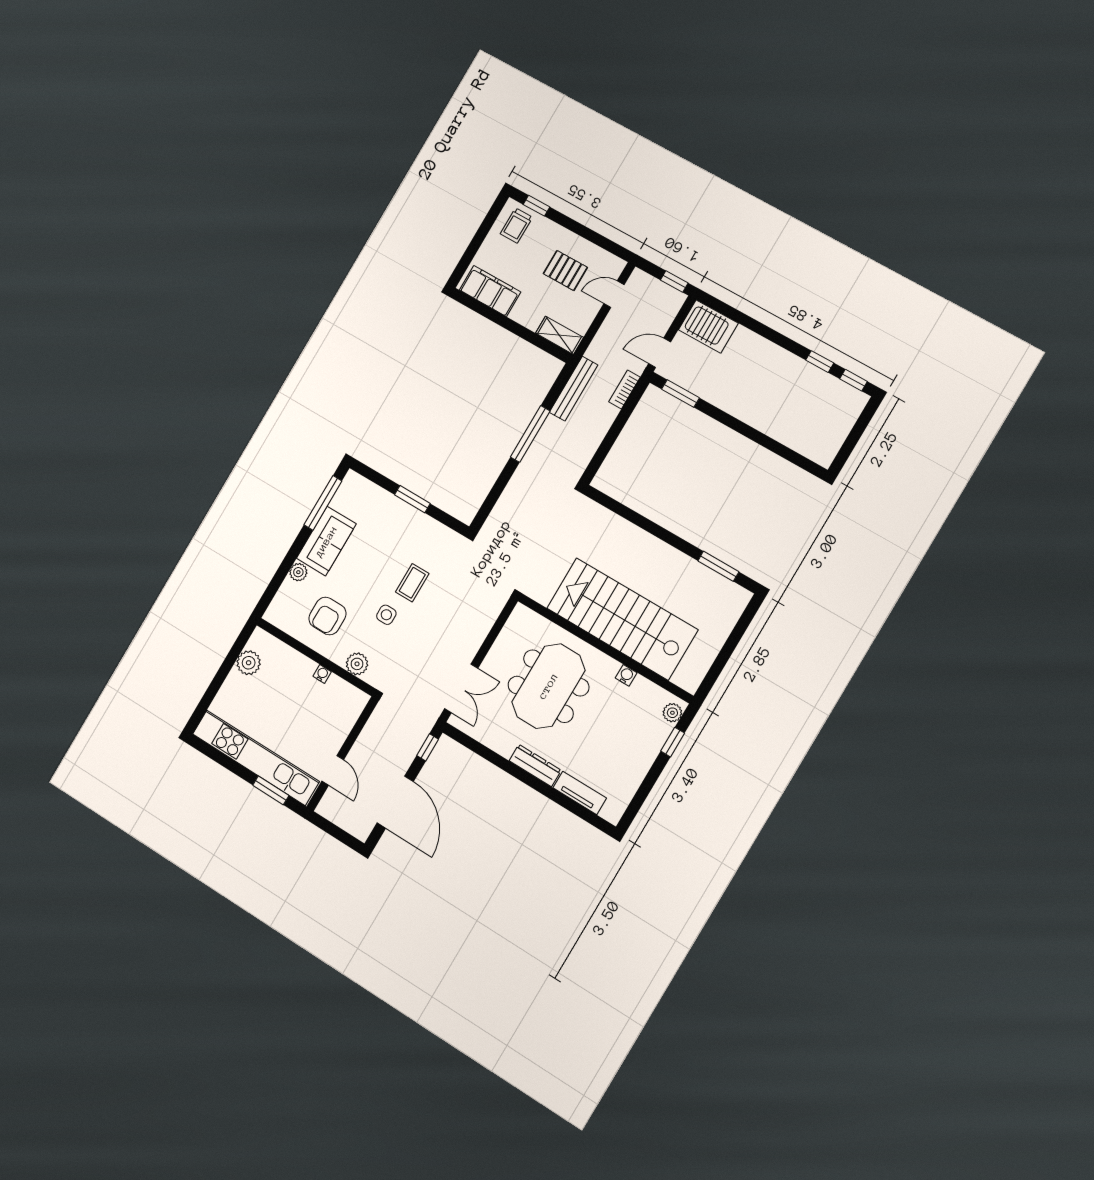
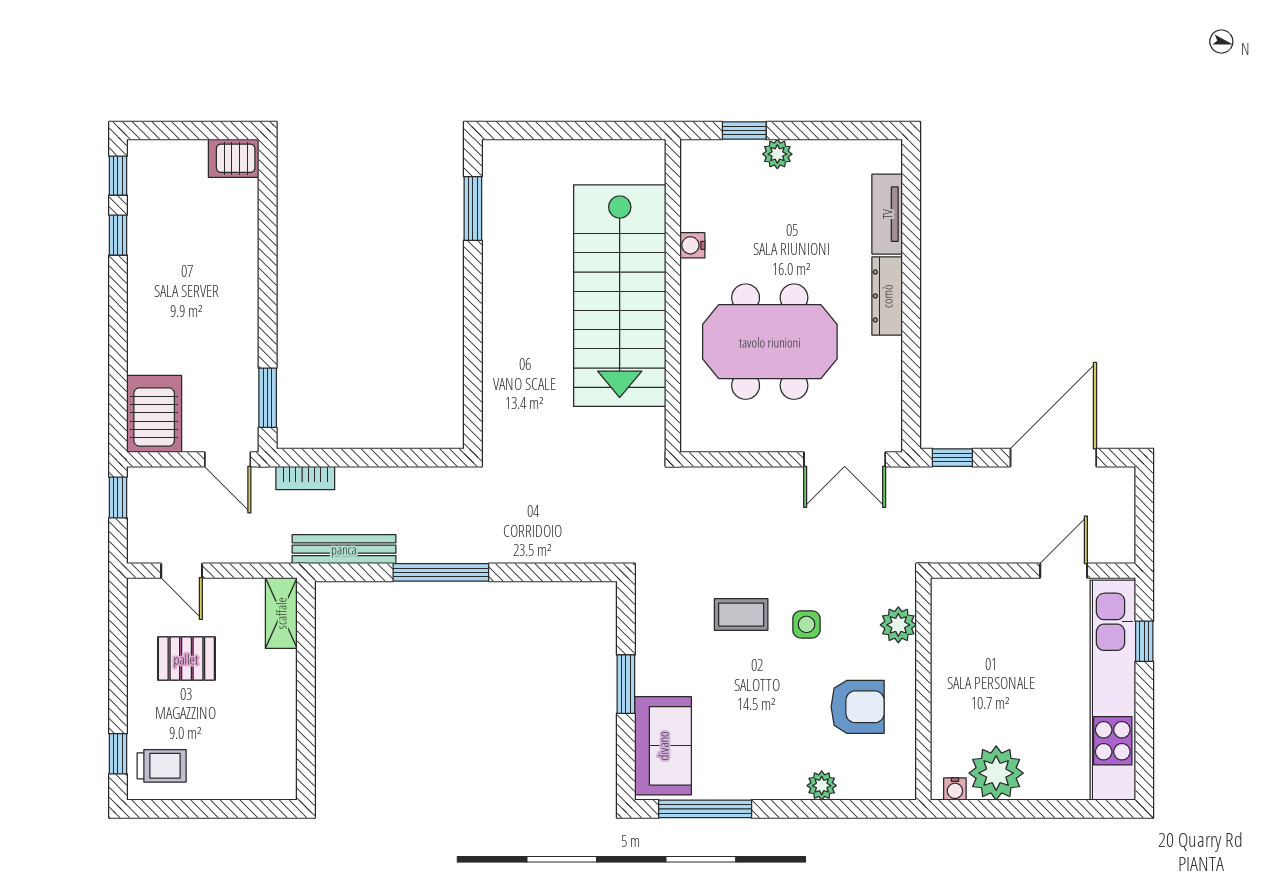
pallet: (565, 270) -> (186, 659), turned 90
filing cabinet: (490, 291) -> (274, 748), removed
server rack: (825, 450) -> (234, 158), added
sofa: (326, 541) -> (663, 746), moved, turned 90
plant: (249, 663) -> (996, 773), width x1.36, depth x1.36
water cooler: (322, 674) -> (955, 789), moved, turned -90
double door: (461, 688) -> (845, 459), swing flipped
plant: (672, 713) -> (777, 154), moved
window: (271, 790) -> (1144, 641), width x0.67

